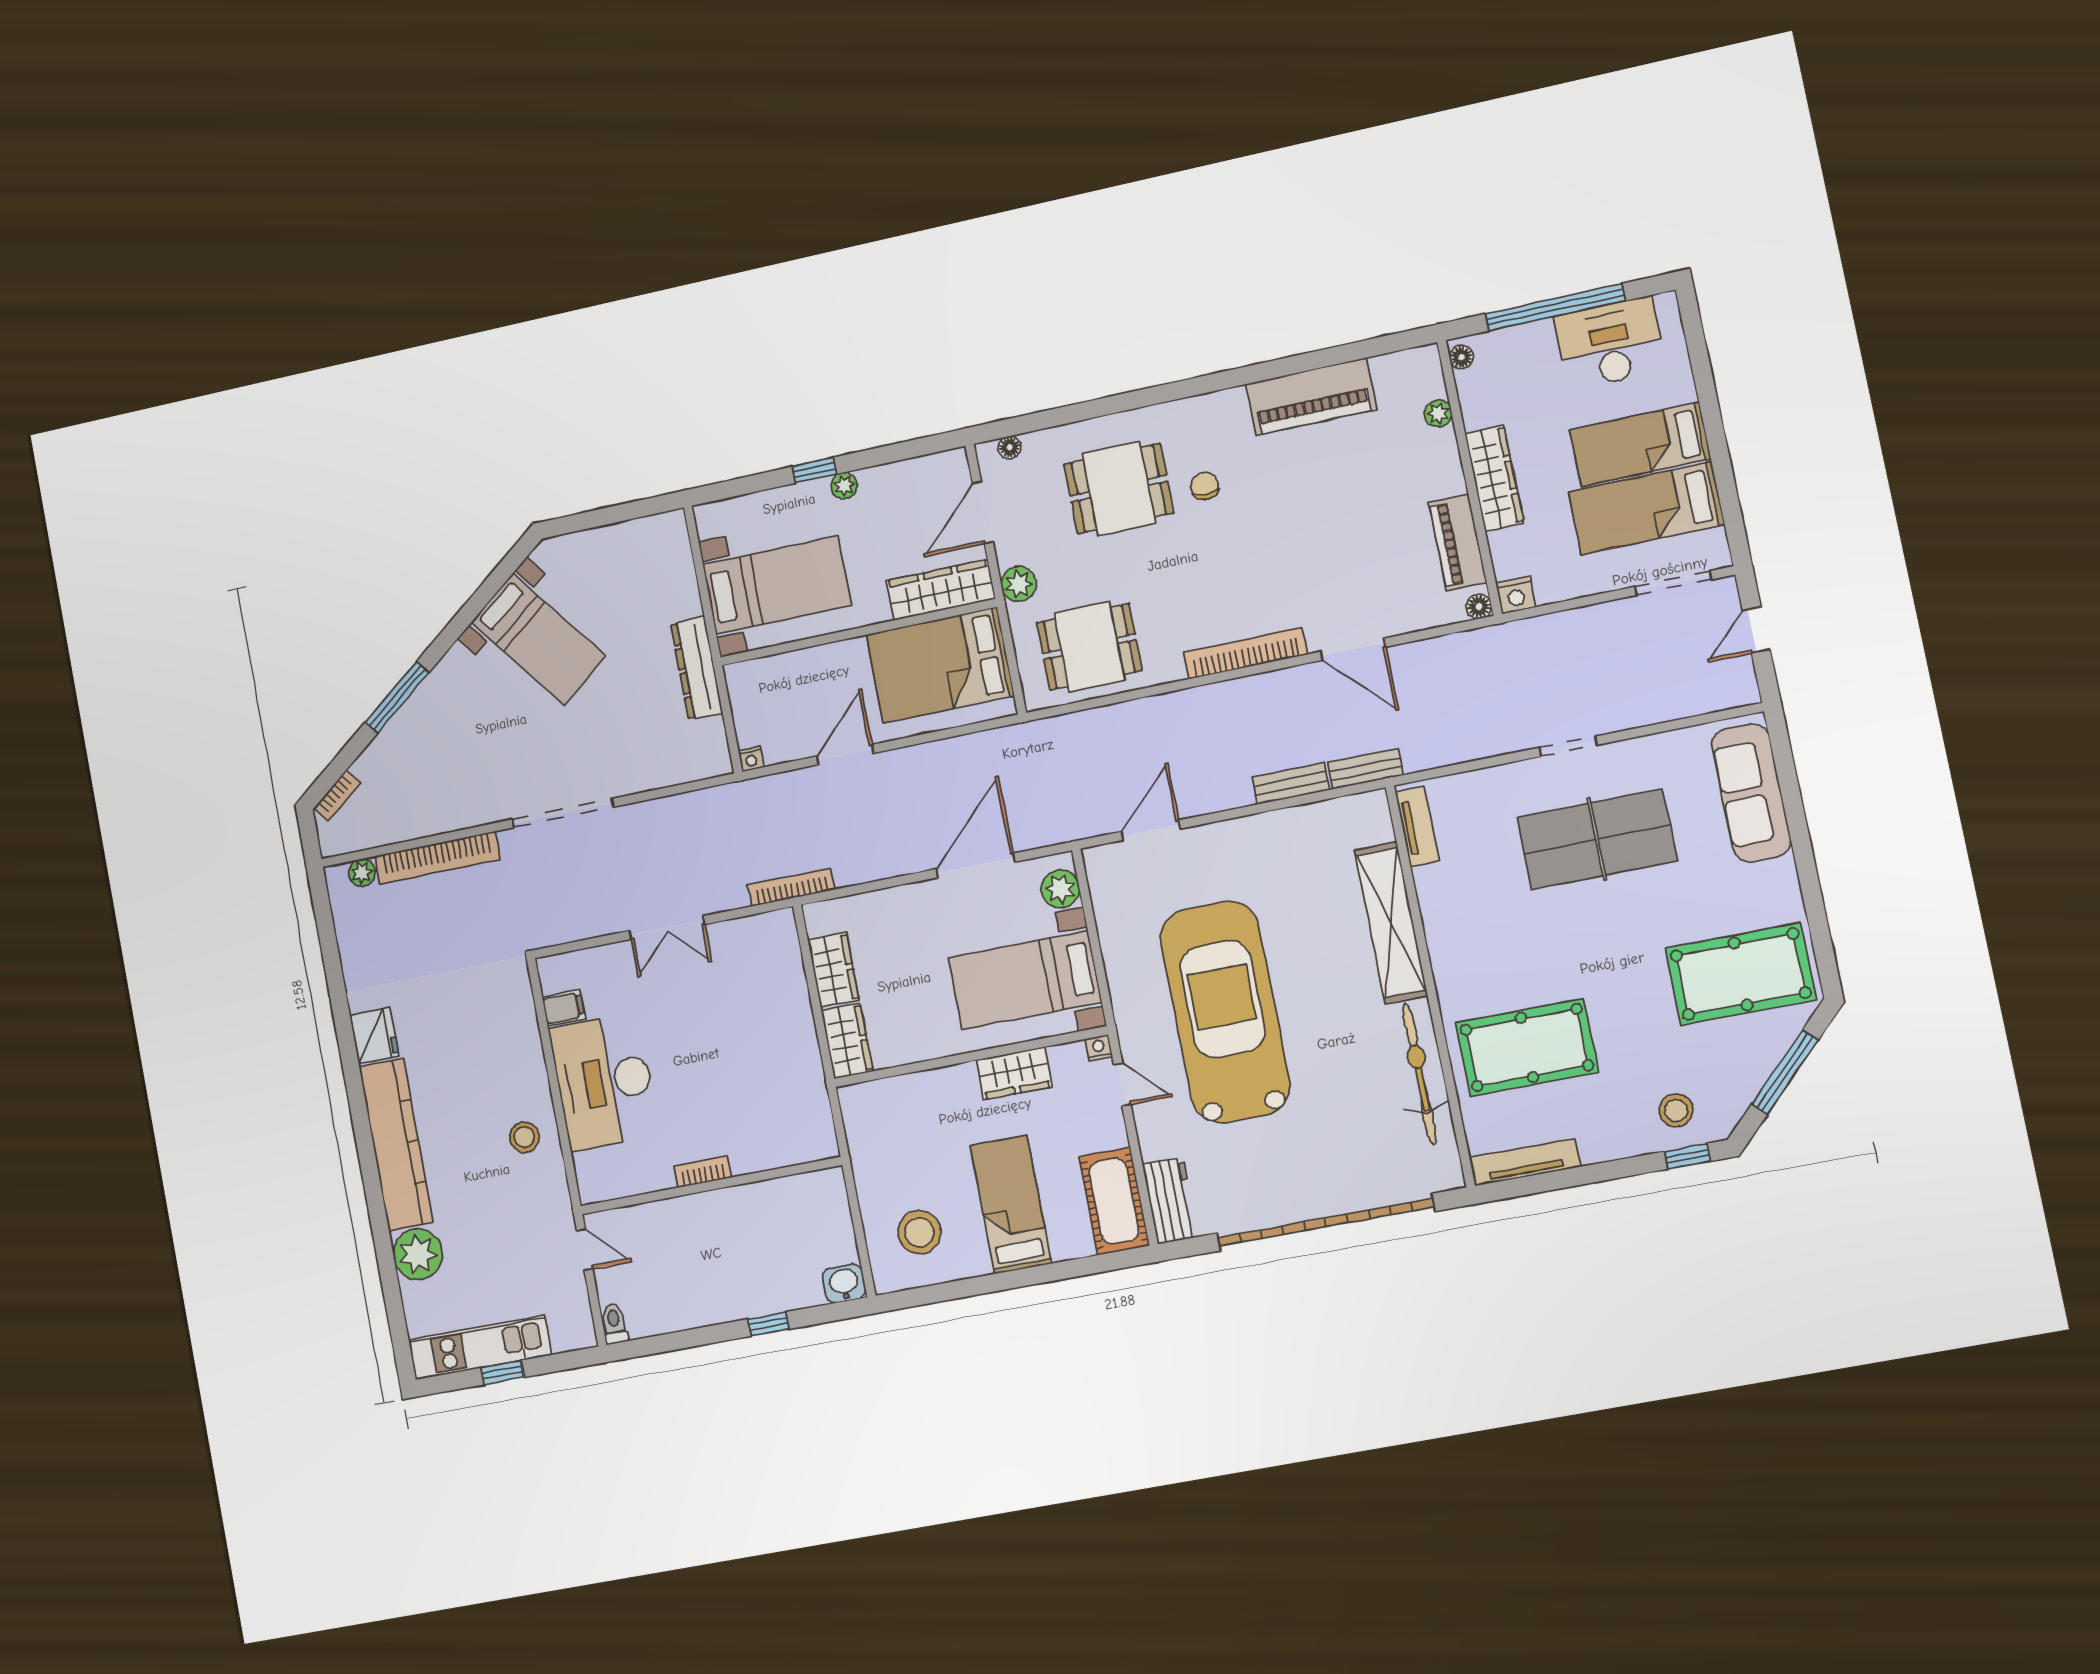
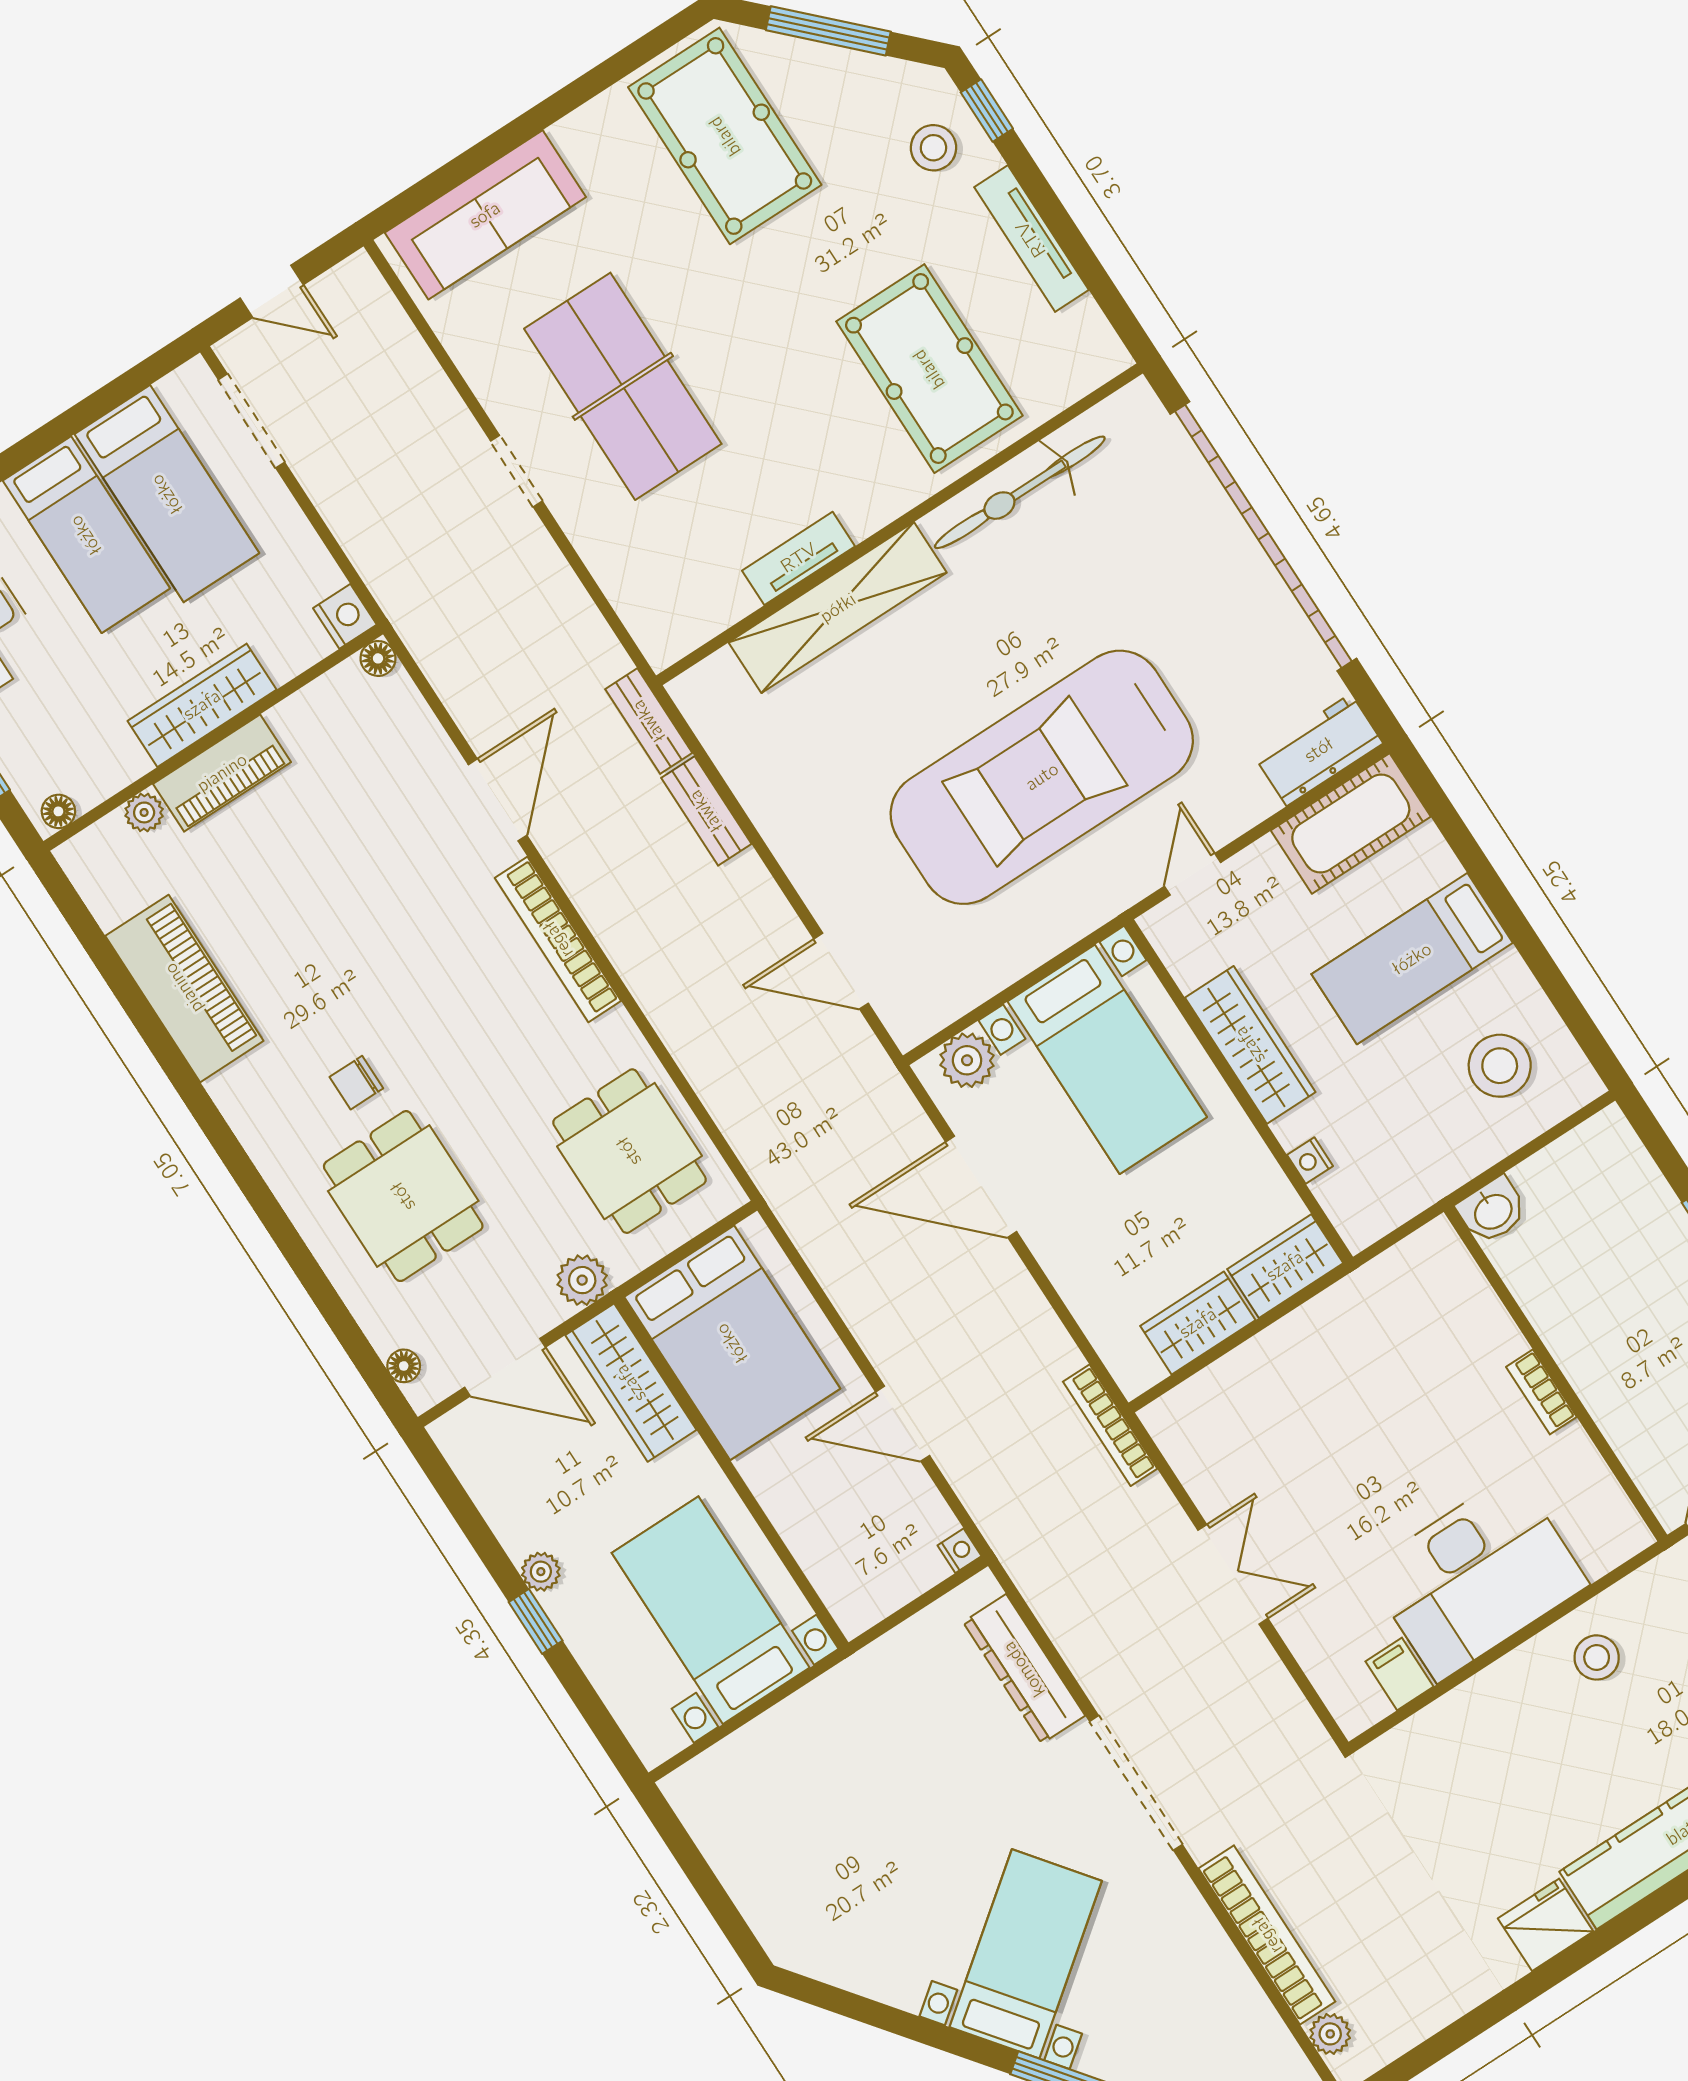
piano: (1458, 542) -> (222, 773), moved
bed with nightstands: (538, 639) -> (1026, 1954), moved
dresser: (697, 668) -> (1024, 1669), moved, turned 90
tv unit: (1417, 826) -> (799, 558), moved
nightstand: (1099, 1048) -> (1310, 1160), moved
wardrobe: (1014, 1073) -> (1250, 1045), width x1.50
tv unit: (1525, 1162) -> (1031, 239), moved
washbasin: (844, 1283) -> (1492, 1211), moved, turned -90

